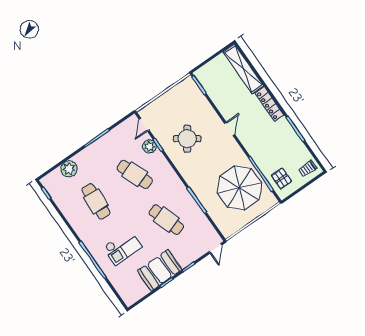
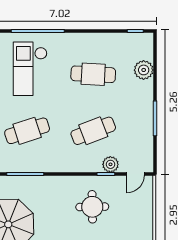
door: (144, 125) -> (136, 174), swing flipped
round table: (187, 139) -> (92, 207), turned -36
checkout: (122, 247) -> (30, 69), width x1.36, depth x1.21

